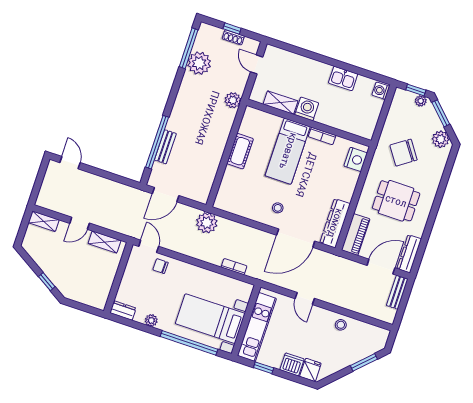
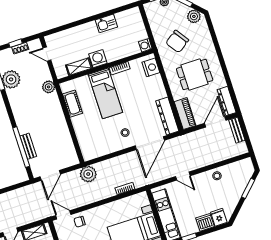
washing machine: (381, 91) -> (145, 45), moved
cot: (240, 151) -> (72, 104), moved

